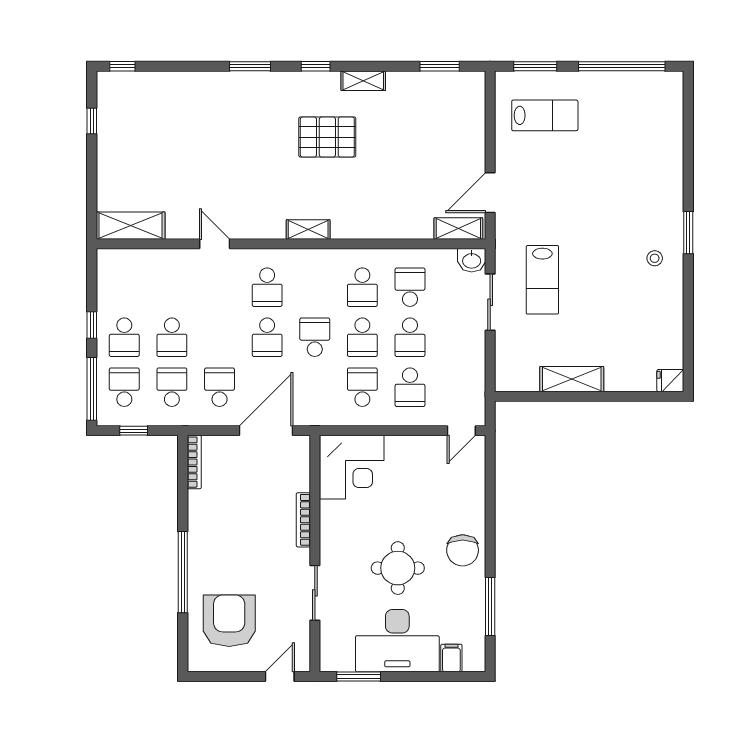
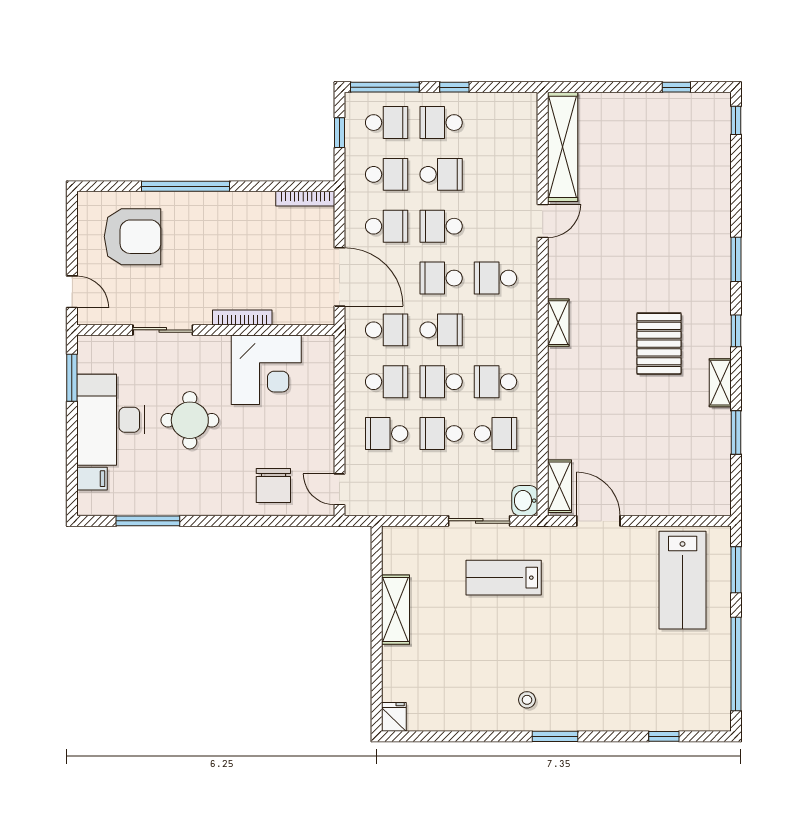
window: (440, 66) -> (736, 432), moved
lab bench: (545, 115) -> (683, 580), width x1.36, depth x1.39
window: (688, 132) -> (664, 736), added
shelving: (131, 226) -> (563, 147), width x1.47
school desk: (172, 337) -> (441, 174), turned 180
school desk: (220, 337) -> (441, 226), added
school desk: (315, 387) -> (387, 330), added
corner desk: (352, 467) -> (266, 370), moved, turned -90
chair: (463, 550) -> (273, 485), moved, turned -90

